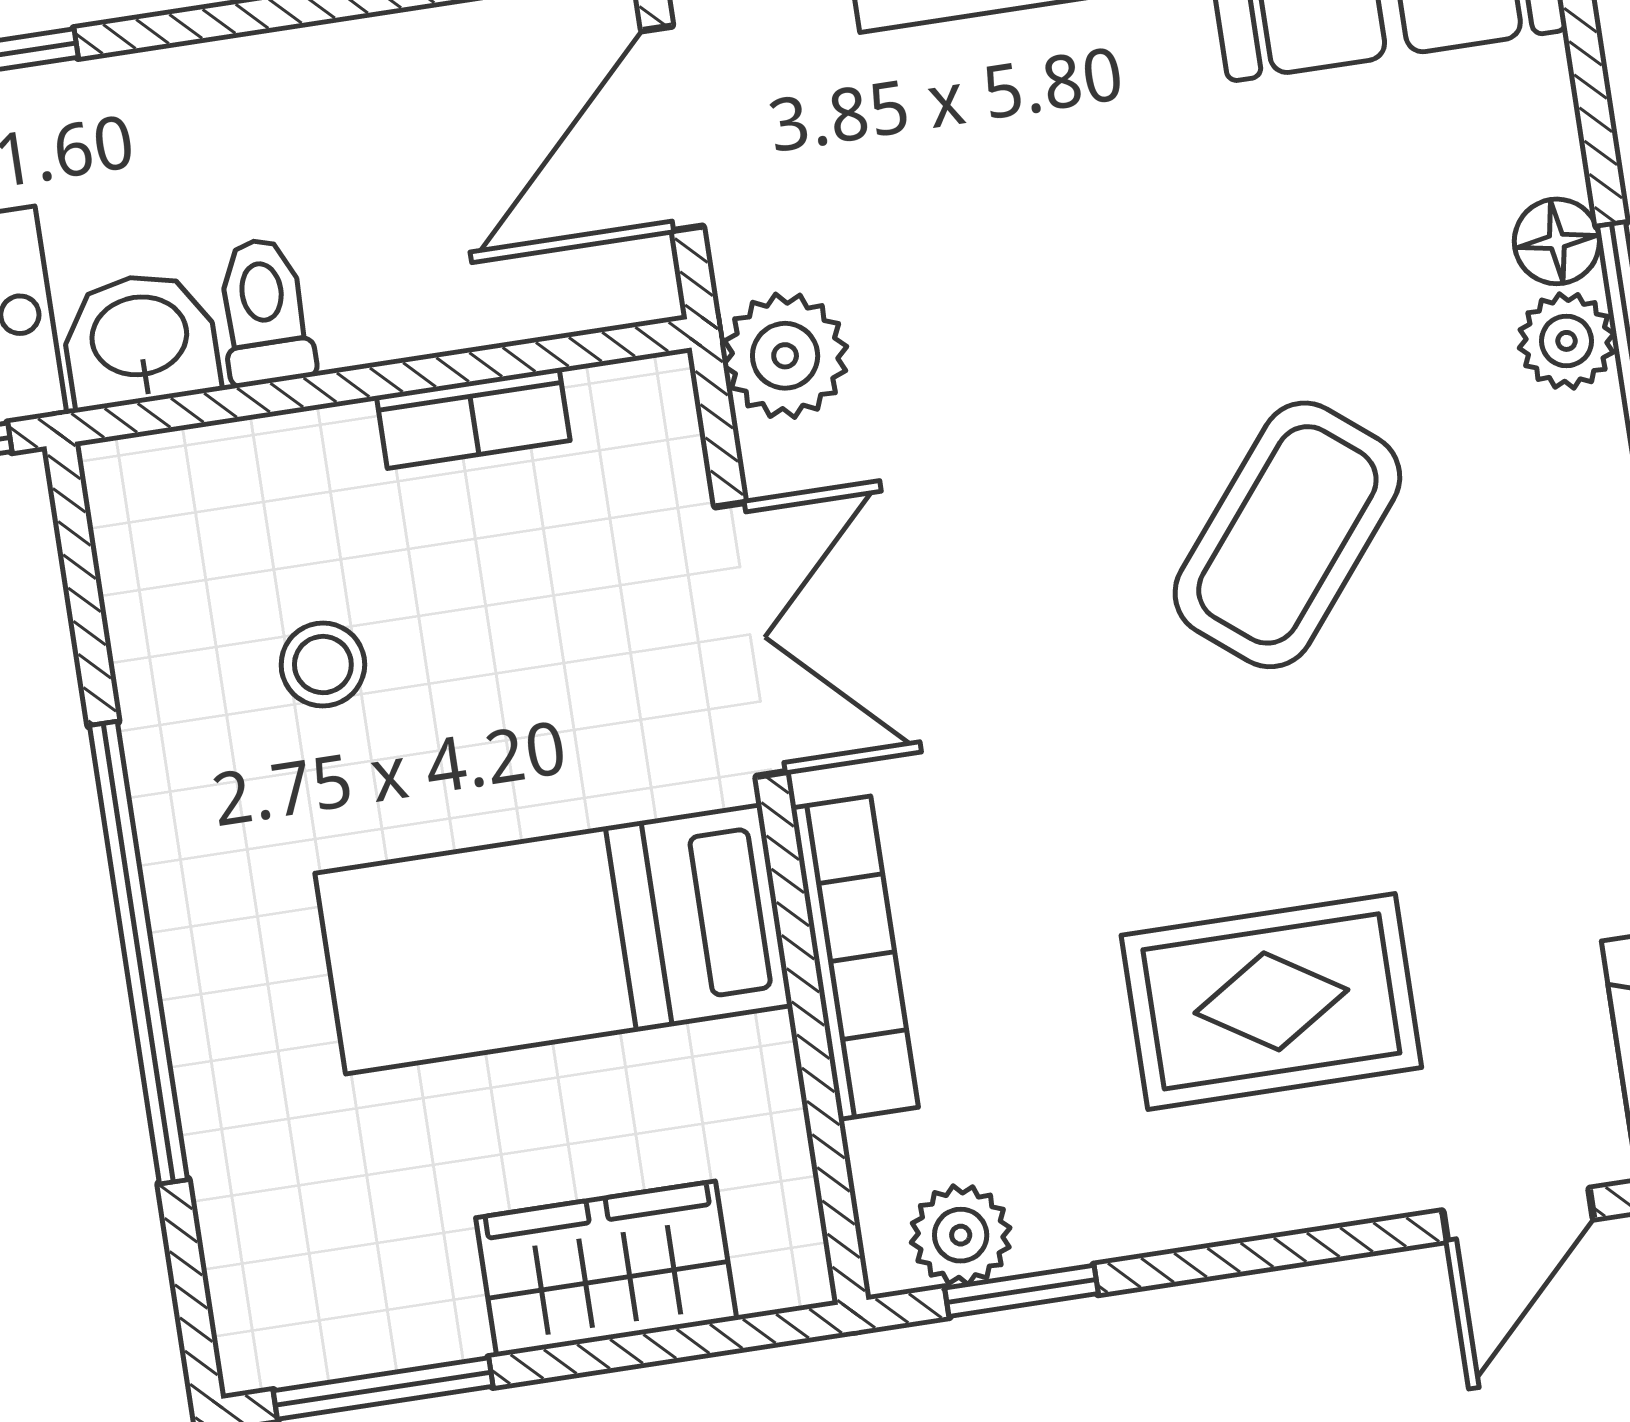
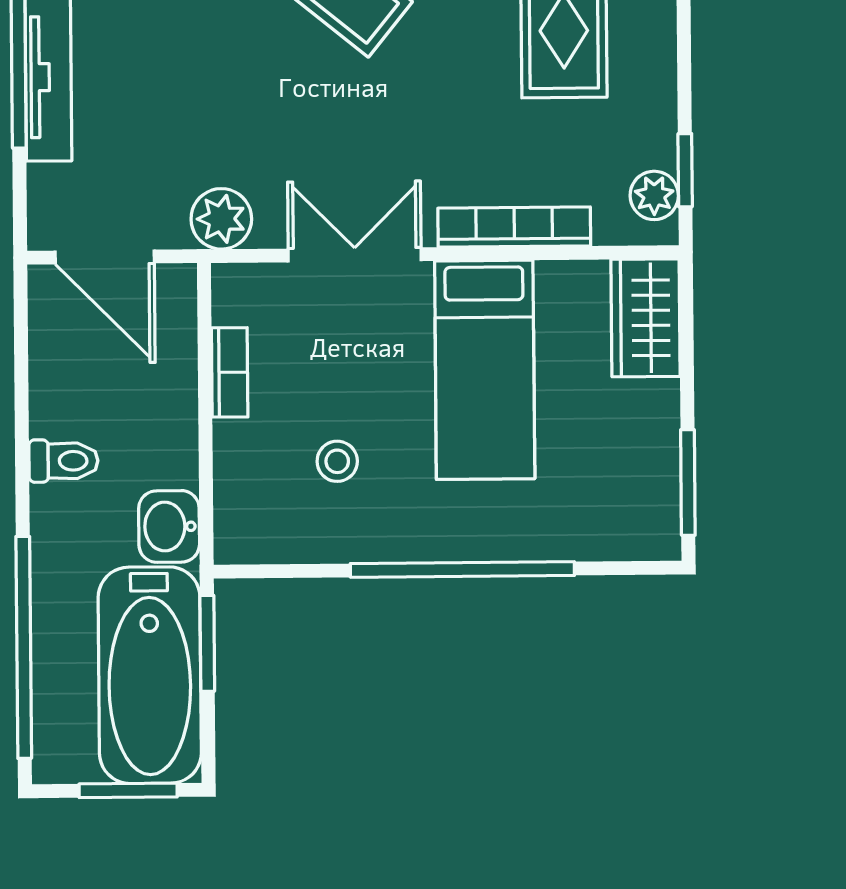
toilet: (265, 312) -> (63, 461), moved, turned 180
wardrobe: (606, 1269) -> (645, 318), moved

